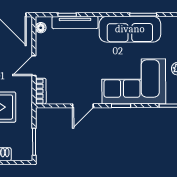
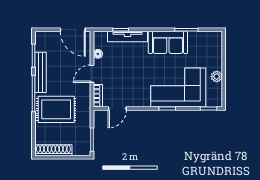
floor lamp: (41, 28) -> (98, 54), moved
sofa: (130, 29) -> (168, 42), width x0.73
door: (83, 106) -> (117, 108), moved

